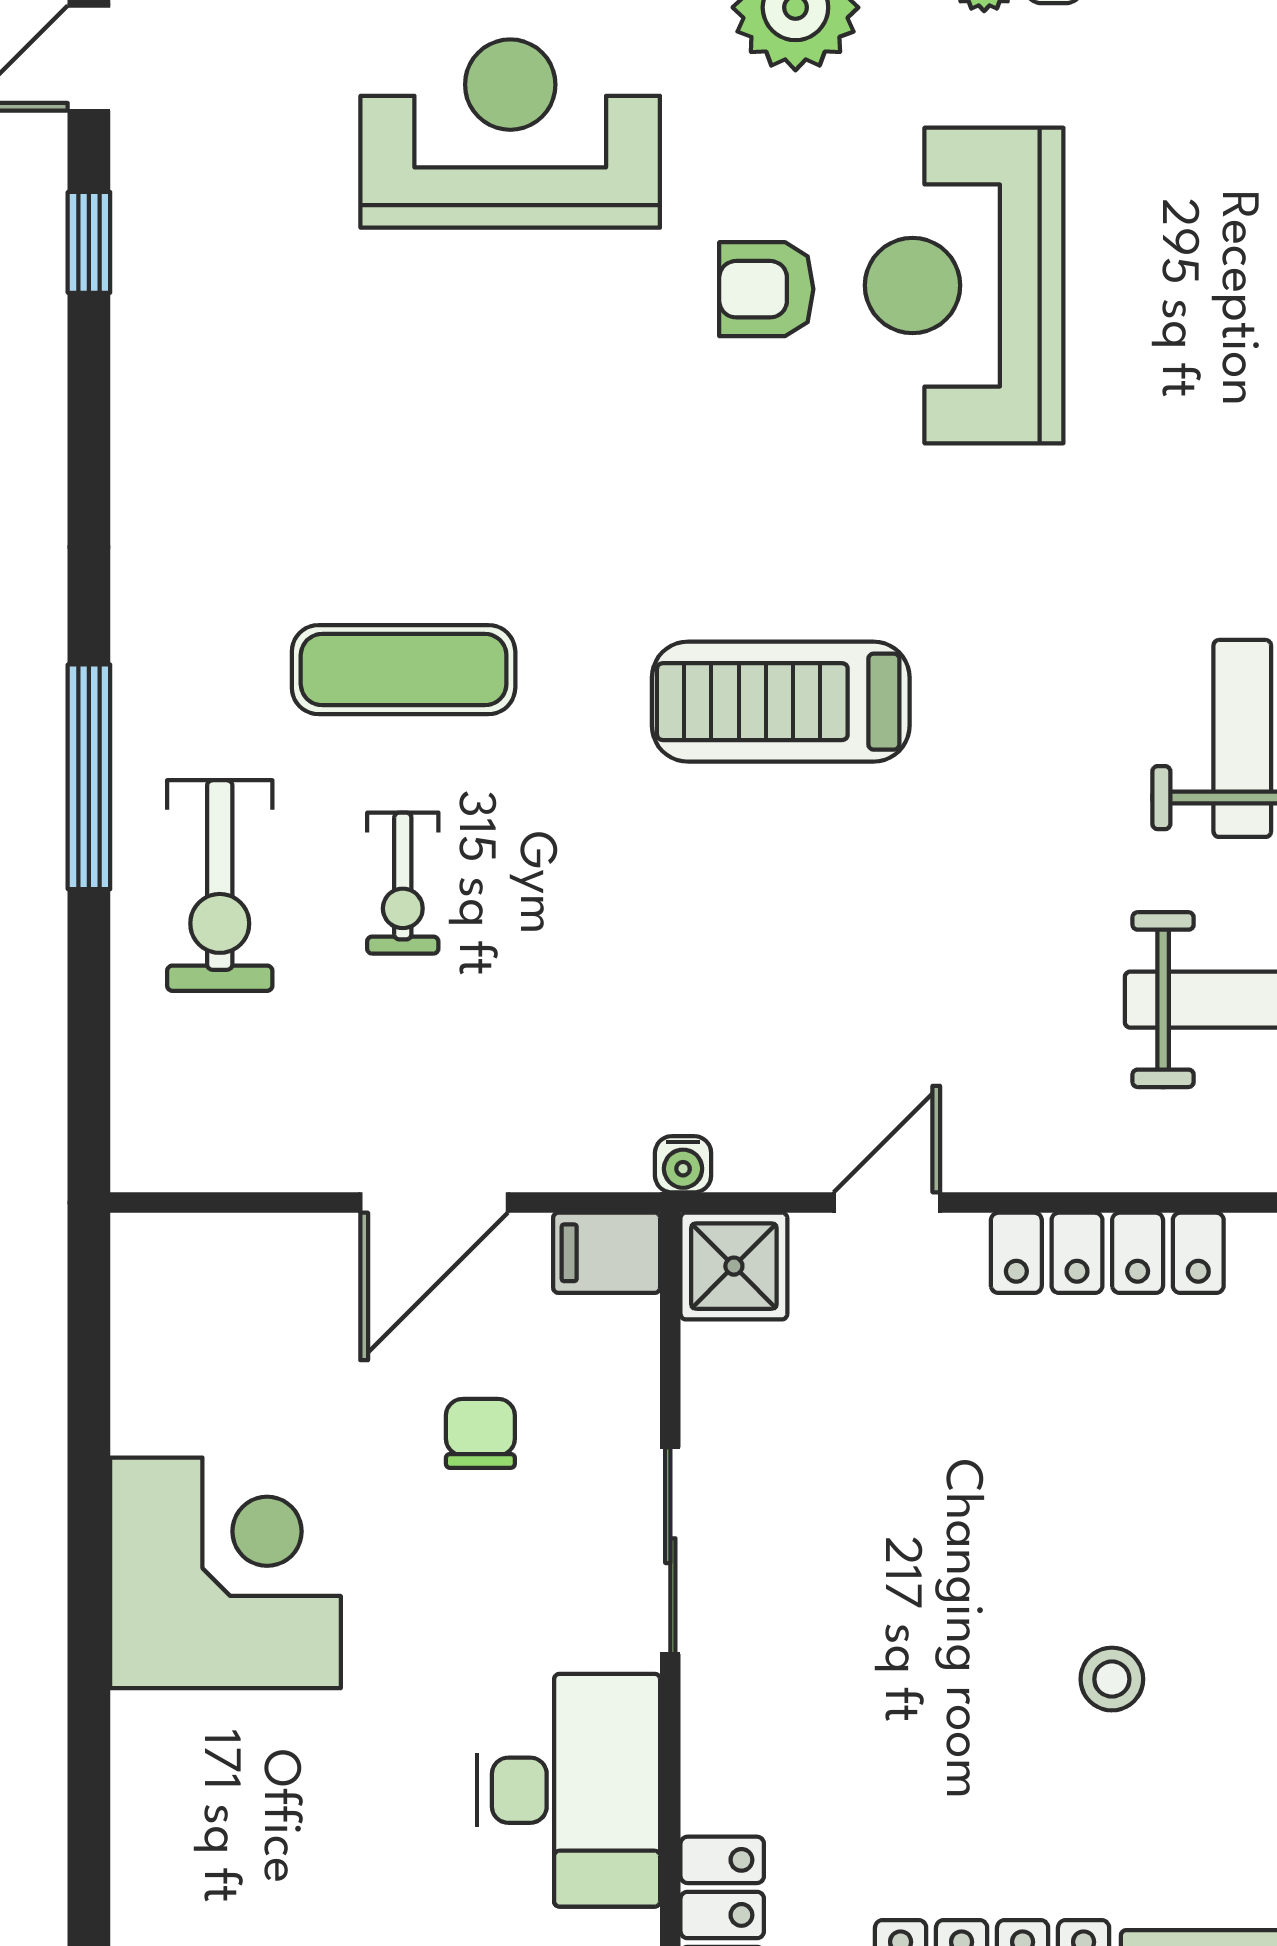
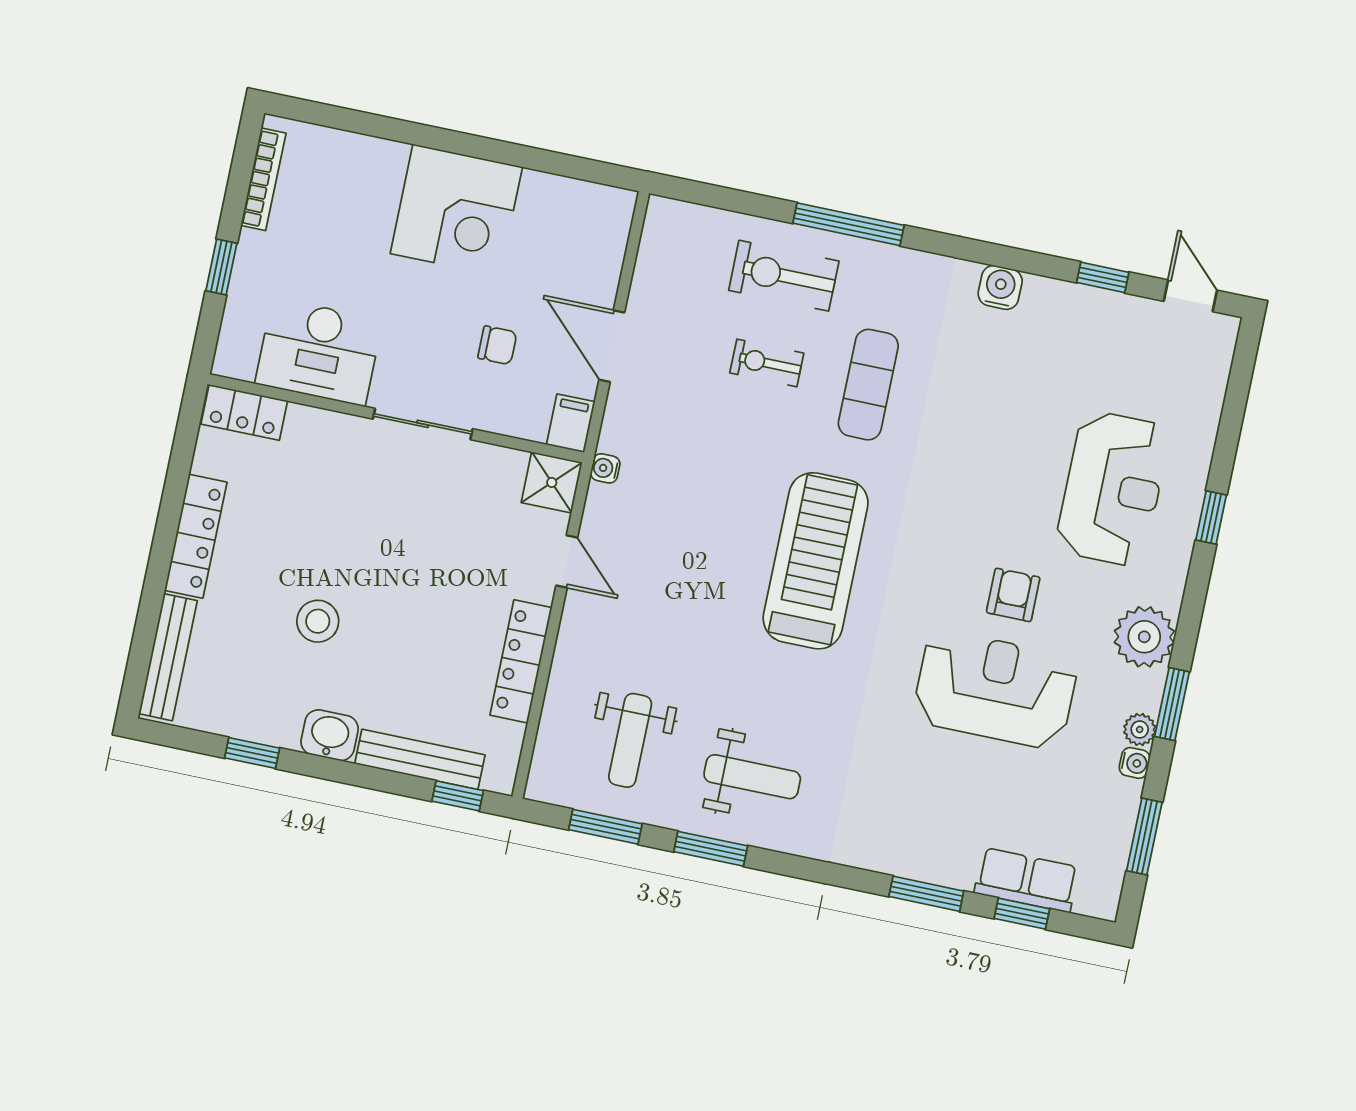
water cooler: (152, 445) -> (1000, 287), added
treadmill: (781, 702) -> (816, 561), width x1.37, depth x1.38
stool: (1112, 1679) -> (318, 621), width x1.37, depth x1.37

